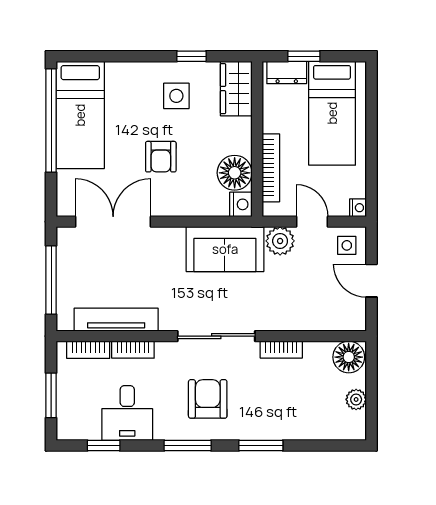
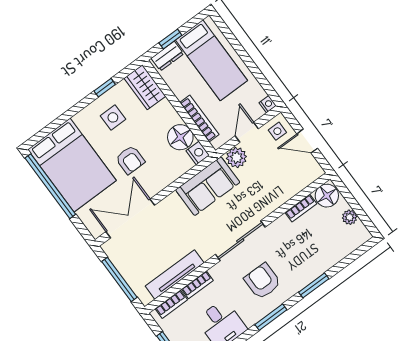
bed: (80, 115) -> (72, 165), width x1.50
door: (312, 222) -> (247, 132), hinge flipped
bookcase: (281, 350) -> (301, 208), moved

